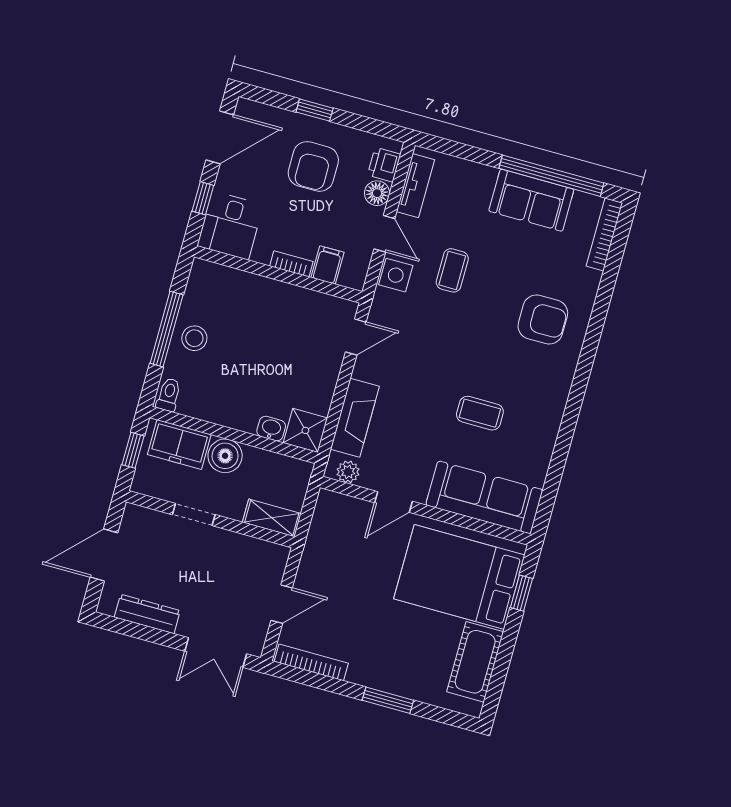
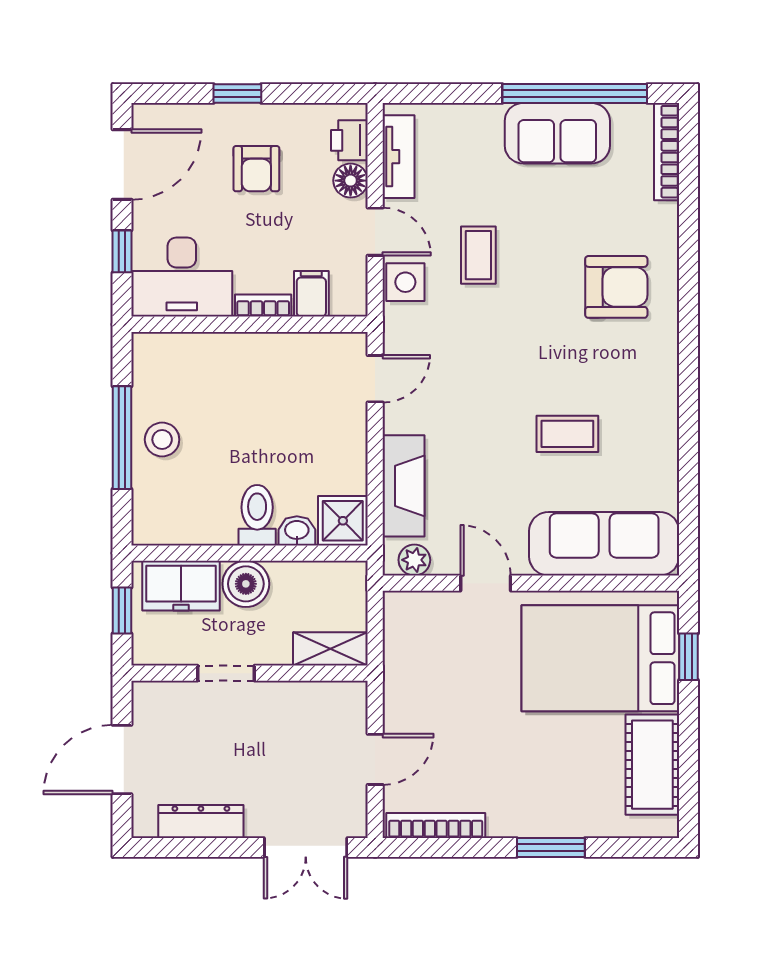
armchair: (313, 166) -> (256, 169), width x0.72, depth x0.72
desk: (230, 225) -> (182, 277), width x1.37
toilet: (169, 395) -> (257, 515), moved, width x1.37, depth x1.39
door: (393, 502) -> (486, 583), swing flipped

